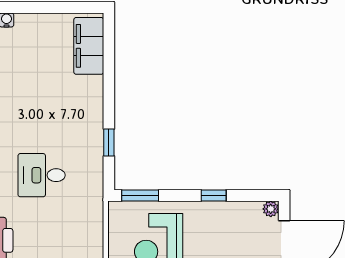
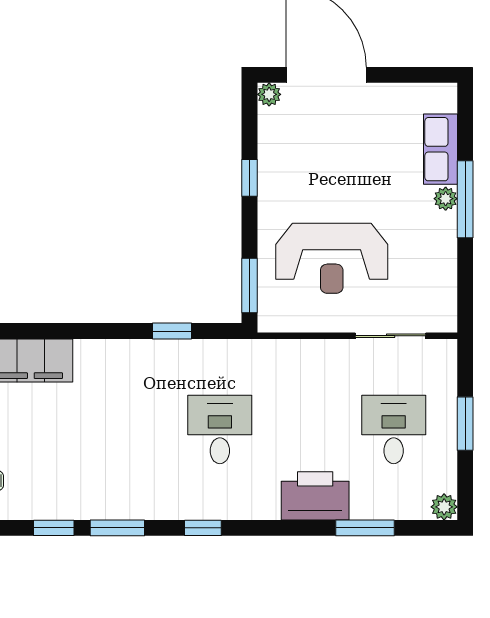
desk: (42, 175) -> (220, 429), turned 180

